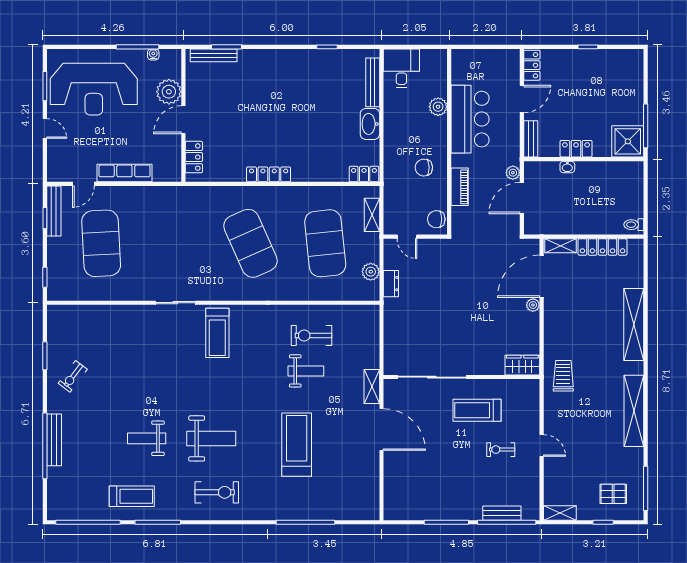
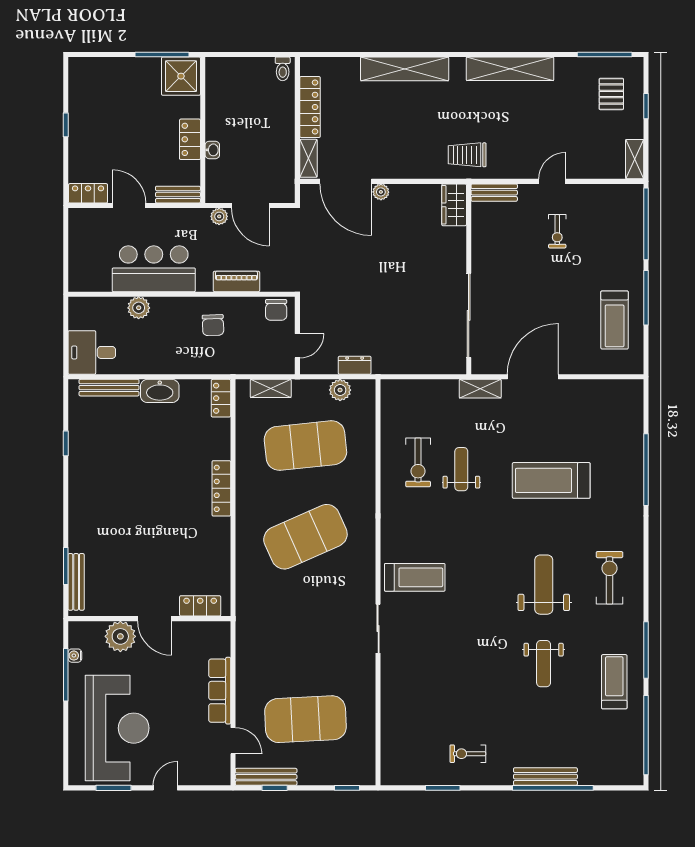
locker: (269, 174) -> (221, 488), moved
exercise bike: (73, 376) -> (468, 754), turned 143
treadmill: (477, 410) -> (615, 320), moved
bench: (502, 513) -> (494, 193), moved, turned 90

